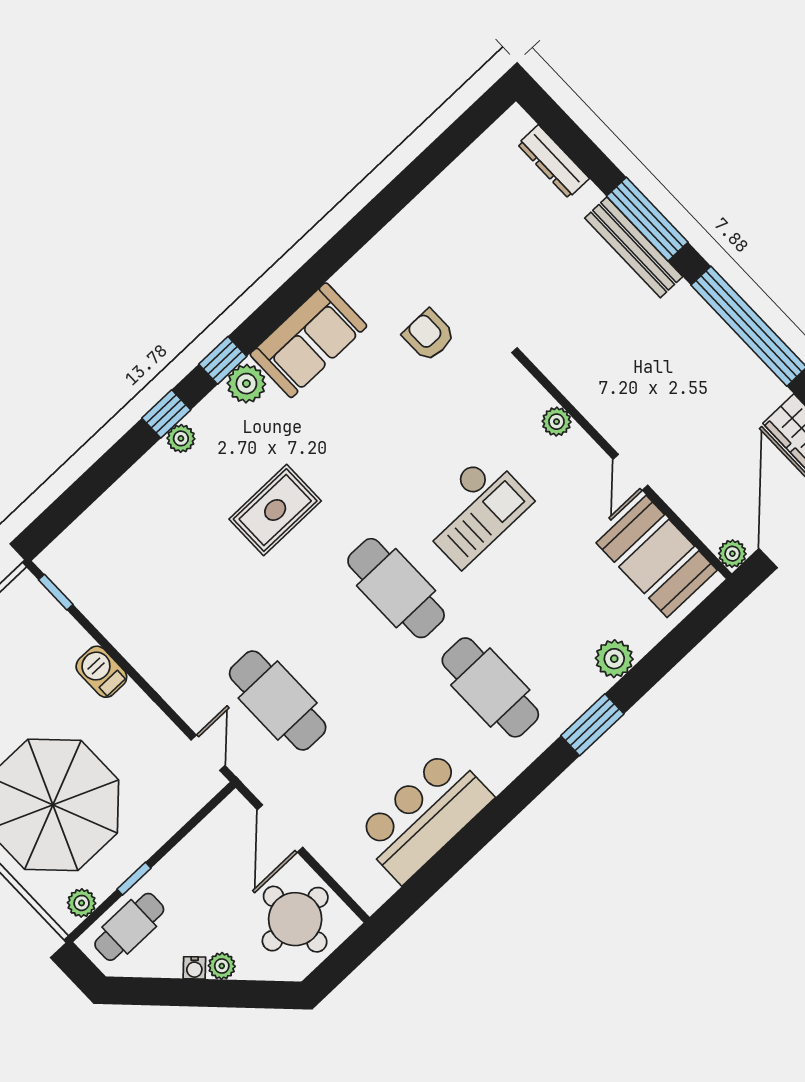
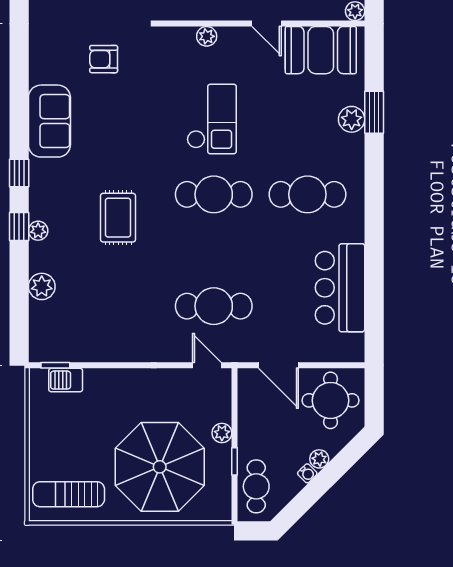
plant: (246, 384) -> (42, 286), moved
barbecue: (101, 672) -> (66, 380), moved
window: (592, 725) -> (374, 112), moved
plant: (82, 903) -> (222, 433), moved

